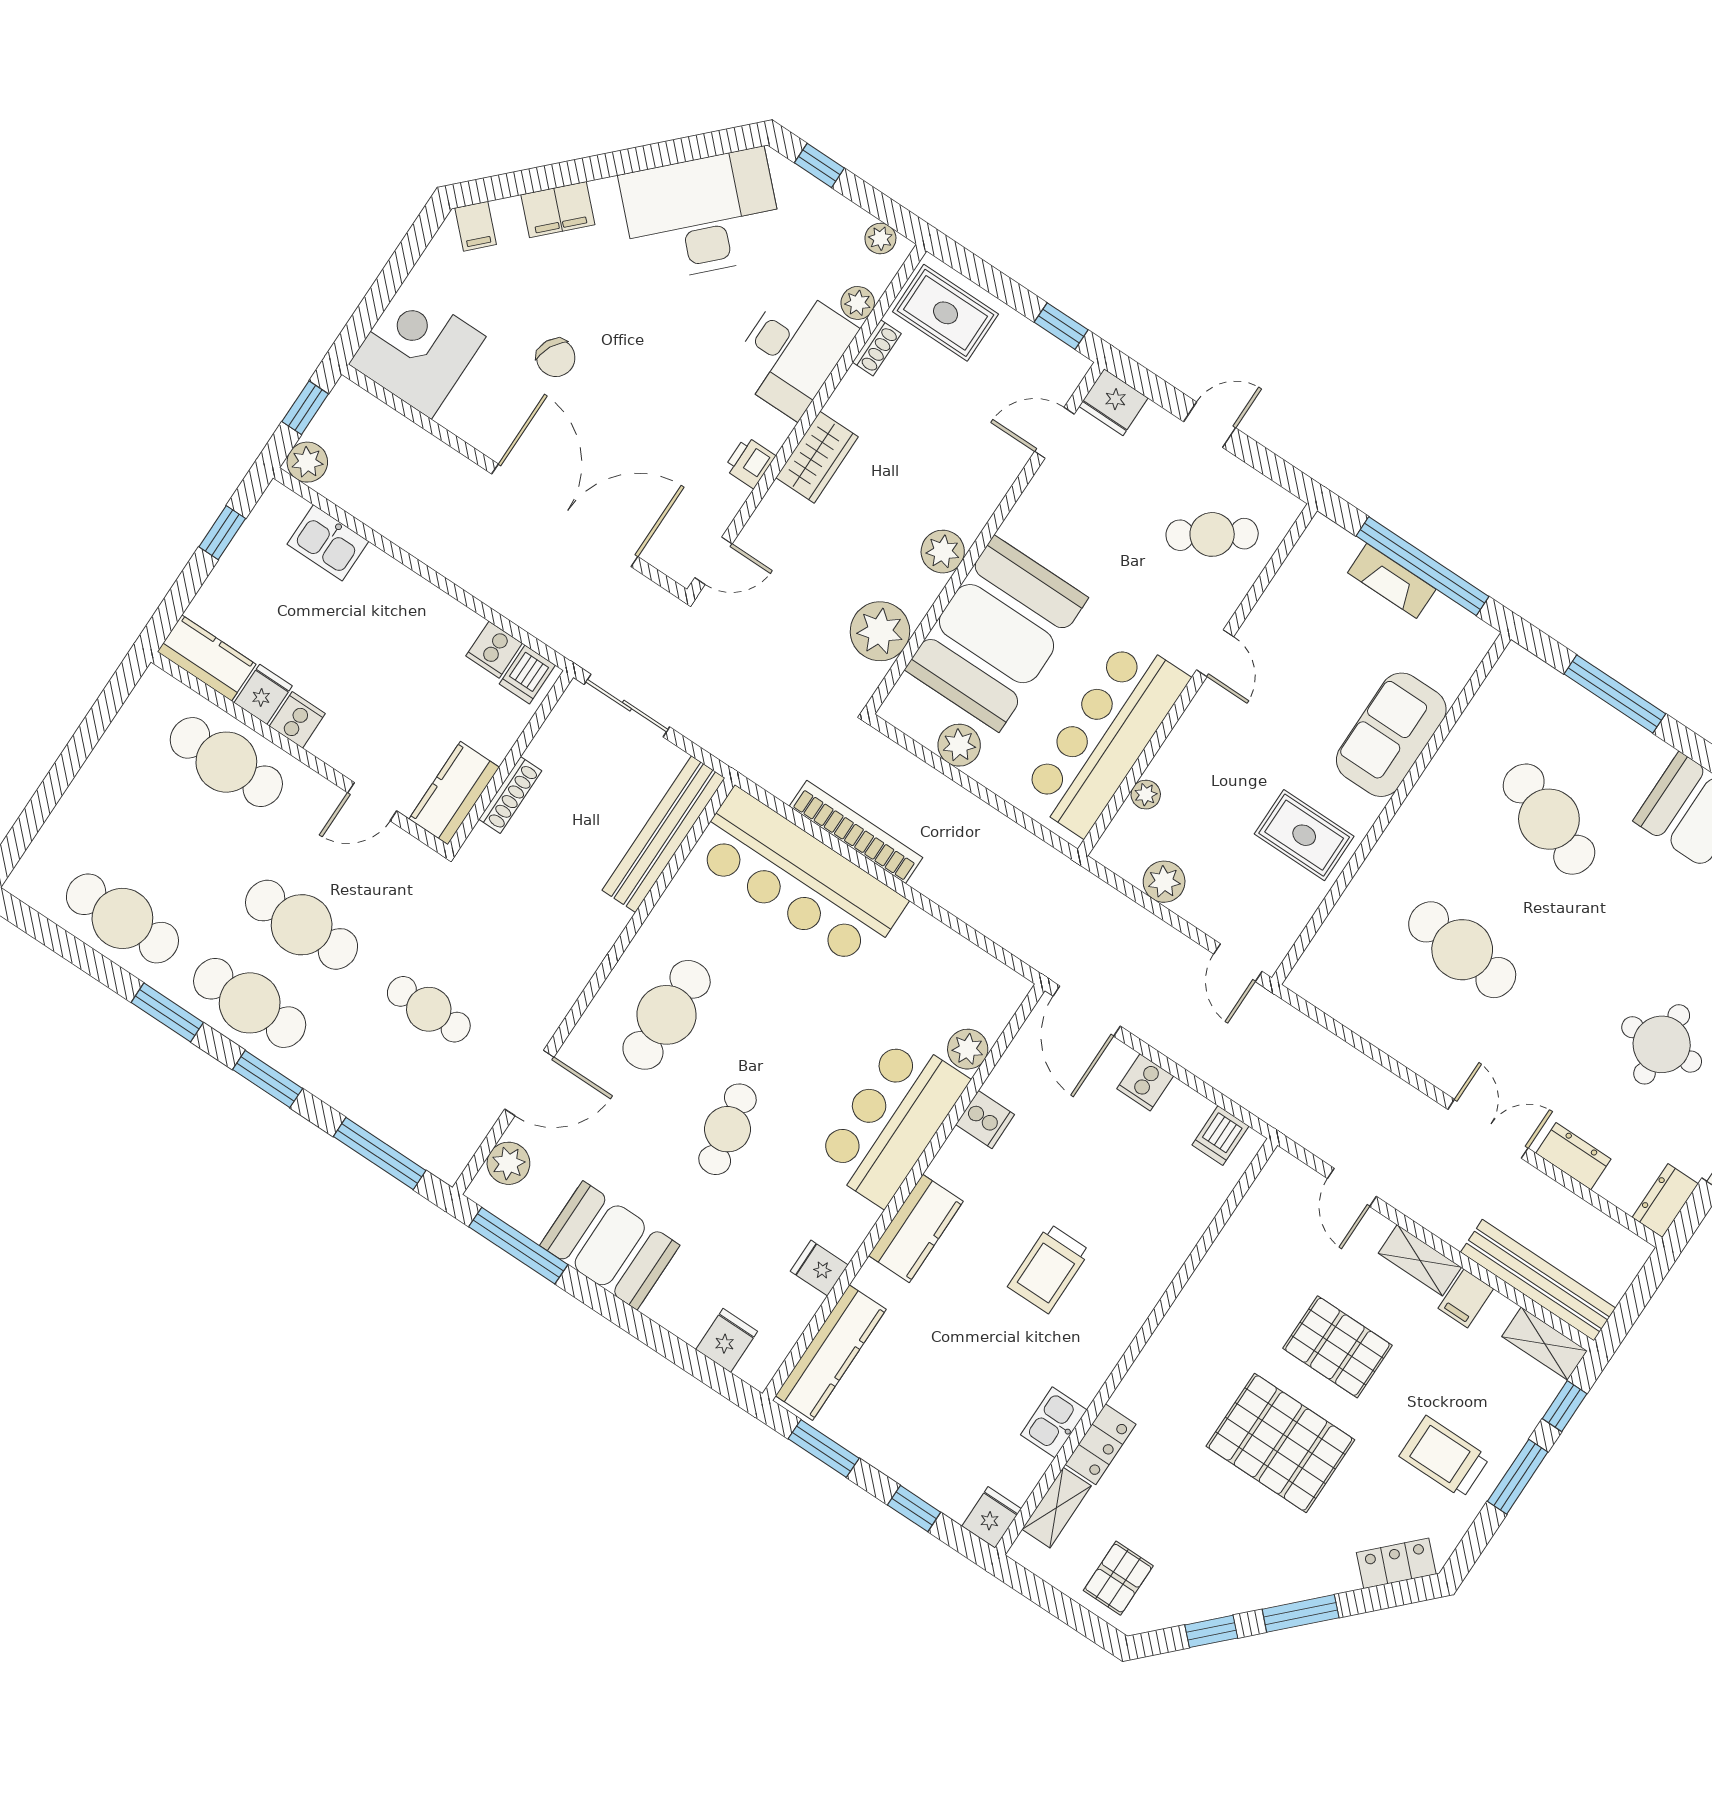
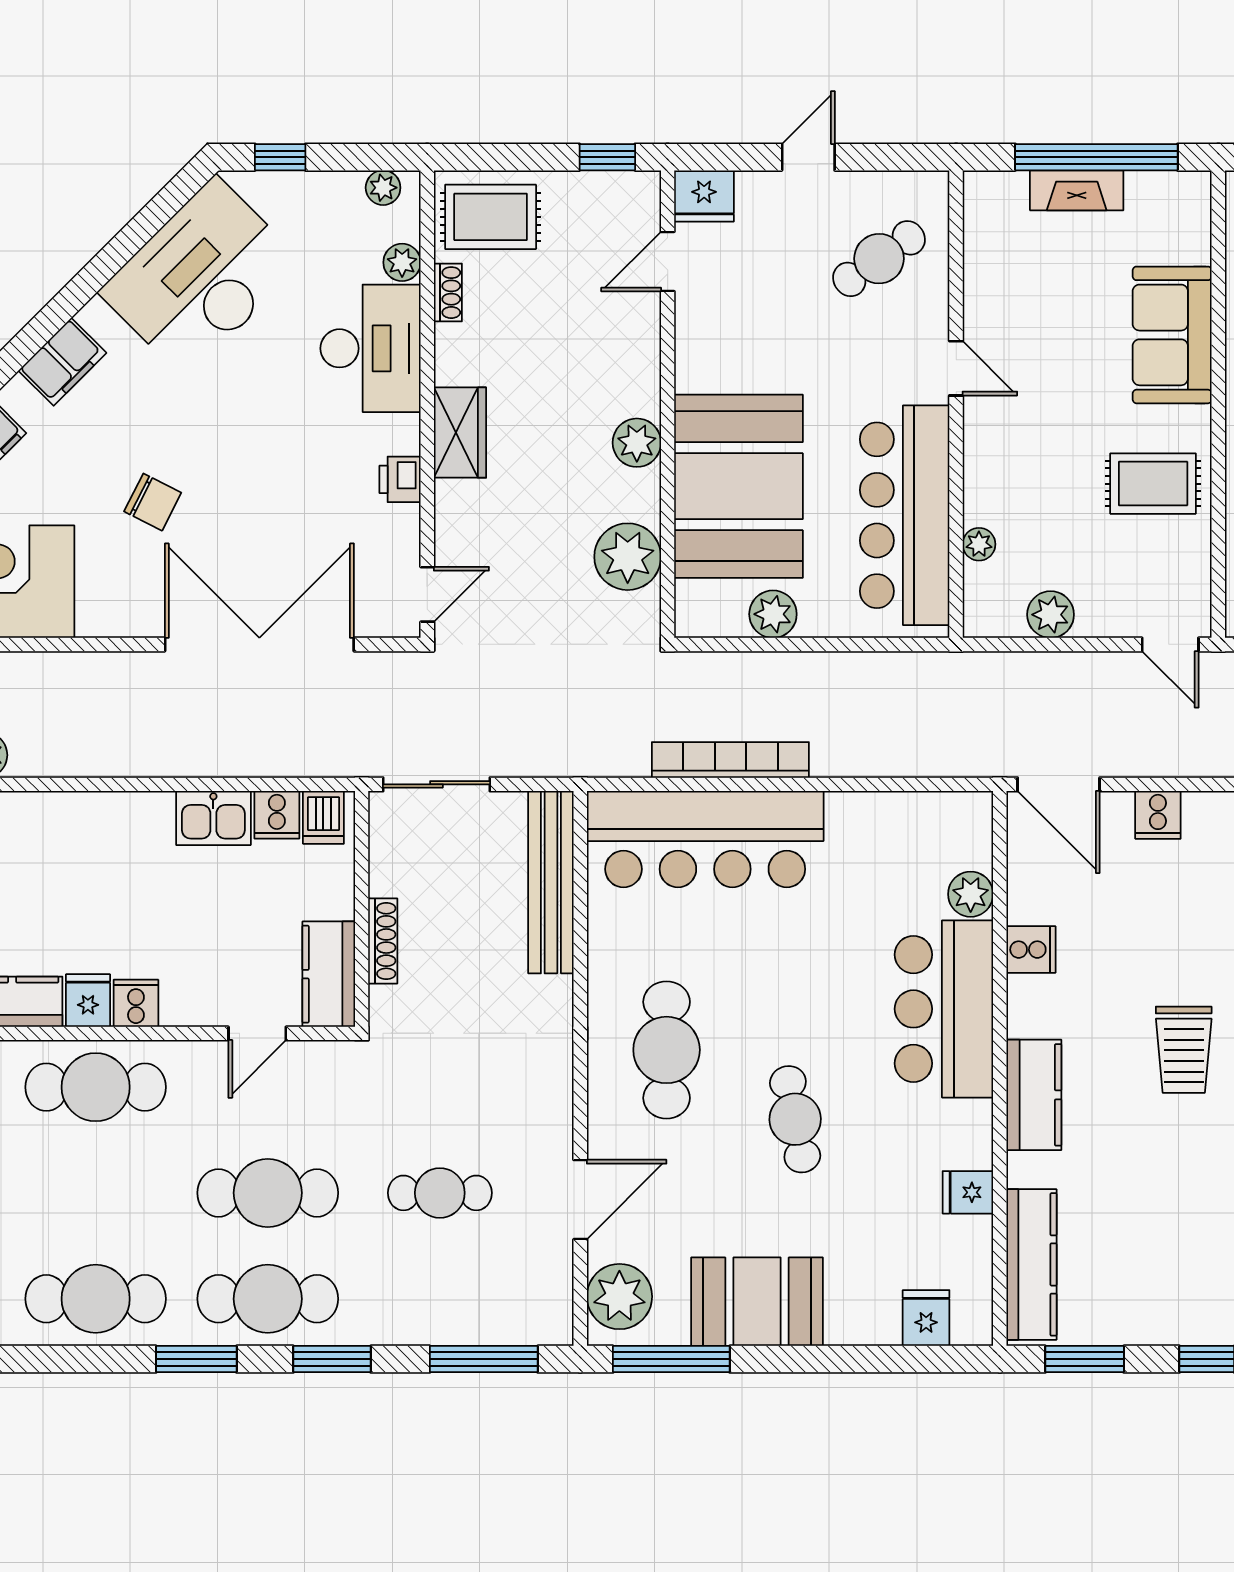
kitchen sink: (328, 543) -> (213, 818), moved
plant: (508, 1163) -> (619, 1297), width x1.36, depth x1.36

